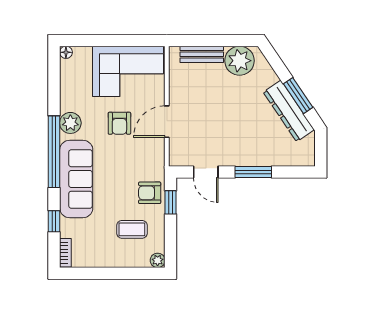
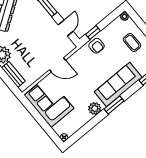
armchair: (119, 123) -> (76, 86), removed
window: (54, 152) -> (114, 105), width x0.47
coffee table: (132, 229) -> (132, 42), moved

